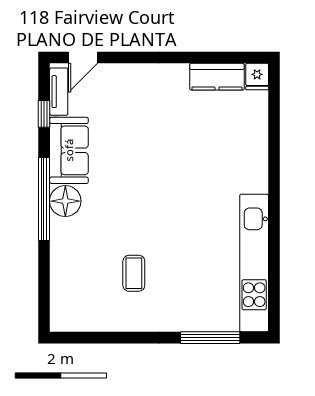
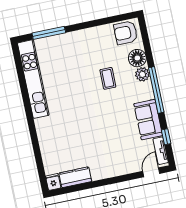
floor lamp: (65, 201) -> (137, 58), moved
plant: (62, 231) -> (142, 74), added
coffee table: (134, 273) -> (108, 78), moved
armchair: (76, 310) -> (126, 33), added

